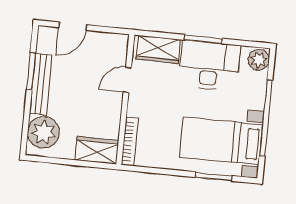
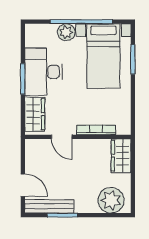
plant: (259, 60) -> (66, 32), moved
bench: (41, 84) -> (49, 206), moved
bookcase: (130, 142) -> (96, 130), moved

